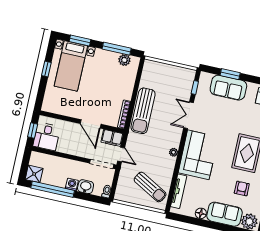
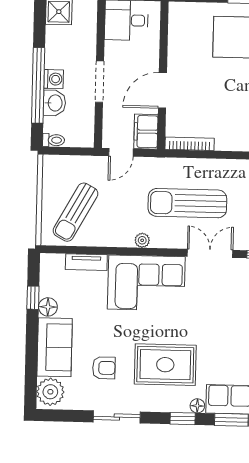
sun lounger: (143, 111) -> (187, 203), moved
doorway: (102, 164) -> (99, 82), moved
window: (53, 189) -> (38, 85), moved
tv unit: (179, 191) -> (86, 262), width x0.71
window: (194, 221) -> (33, 298), added

